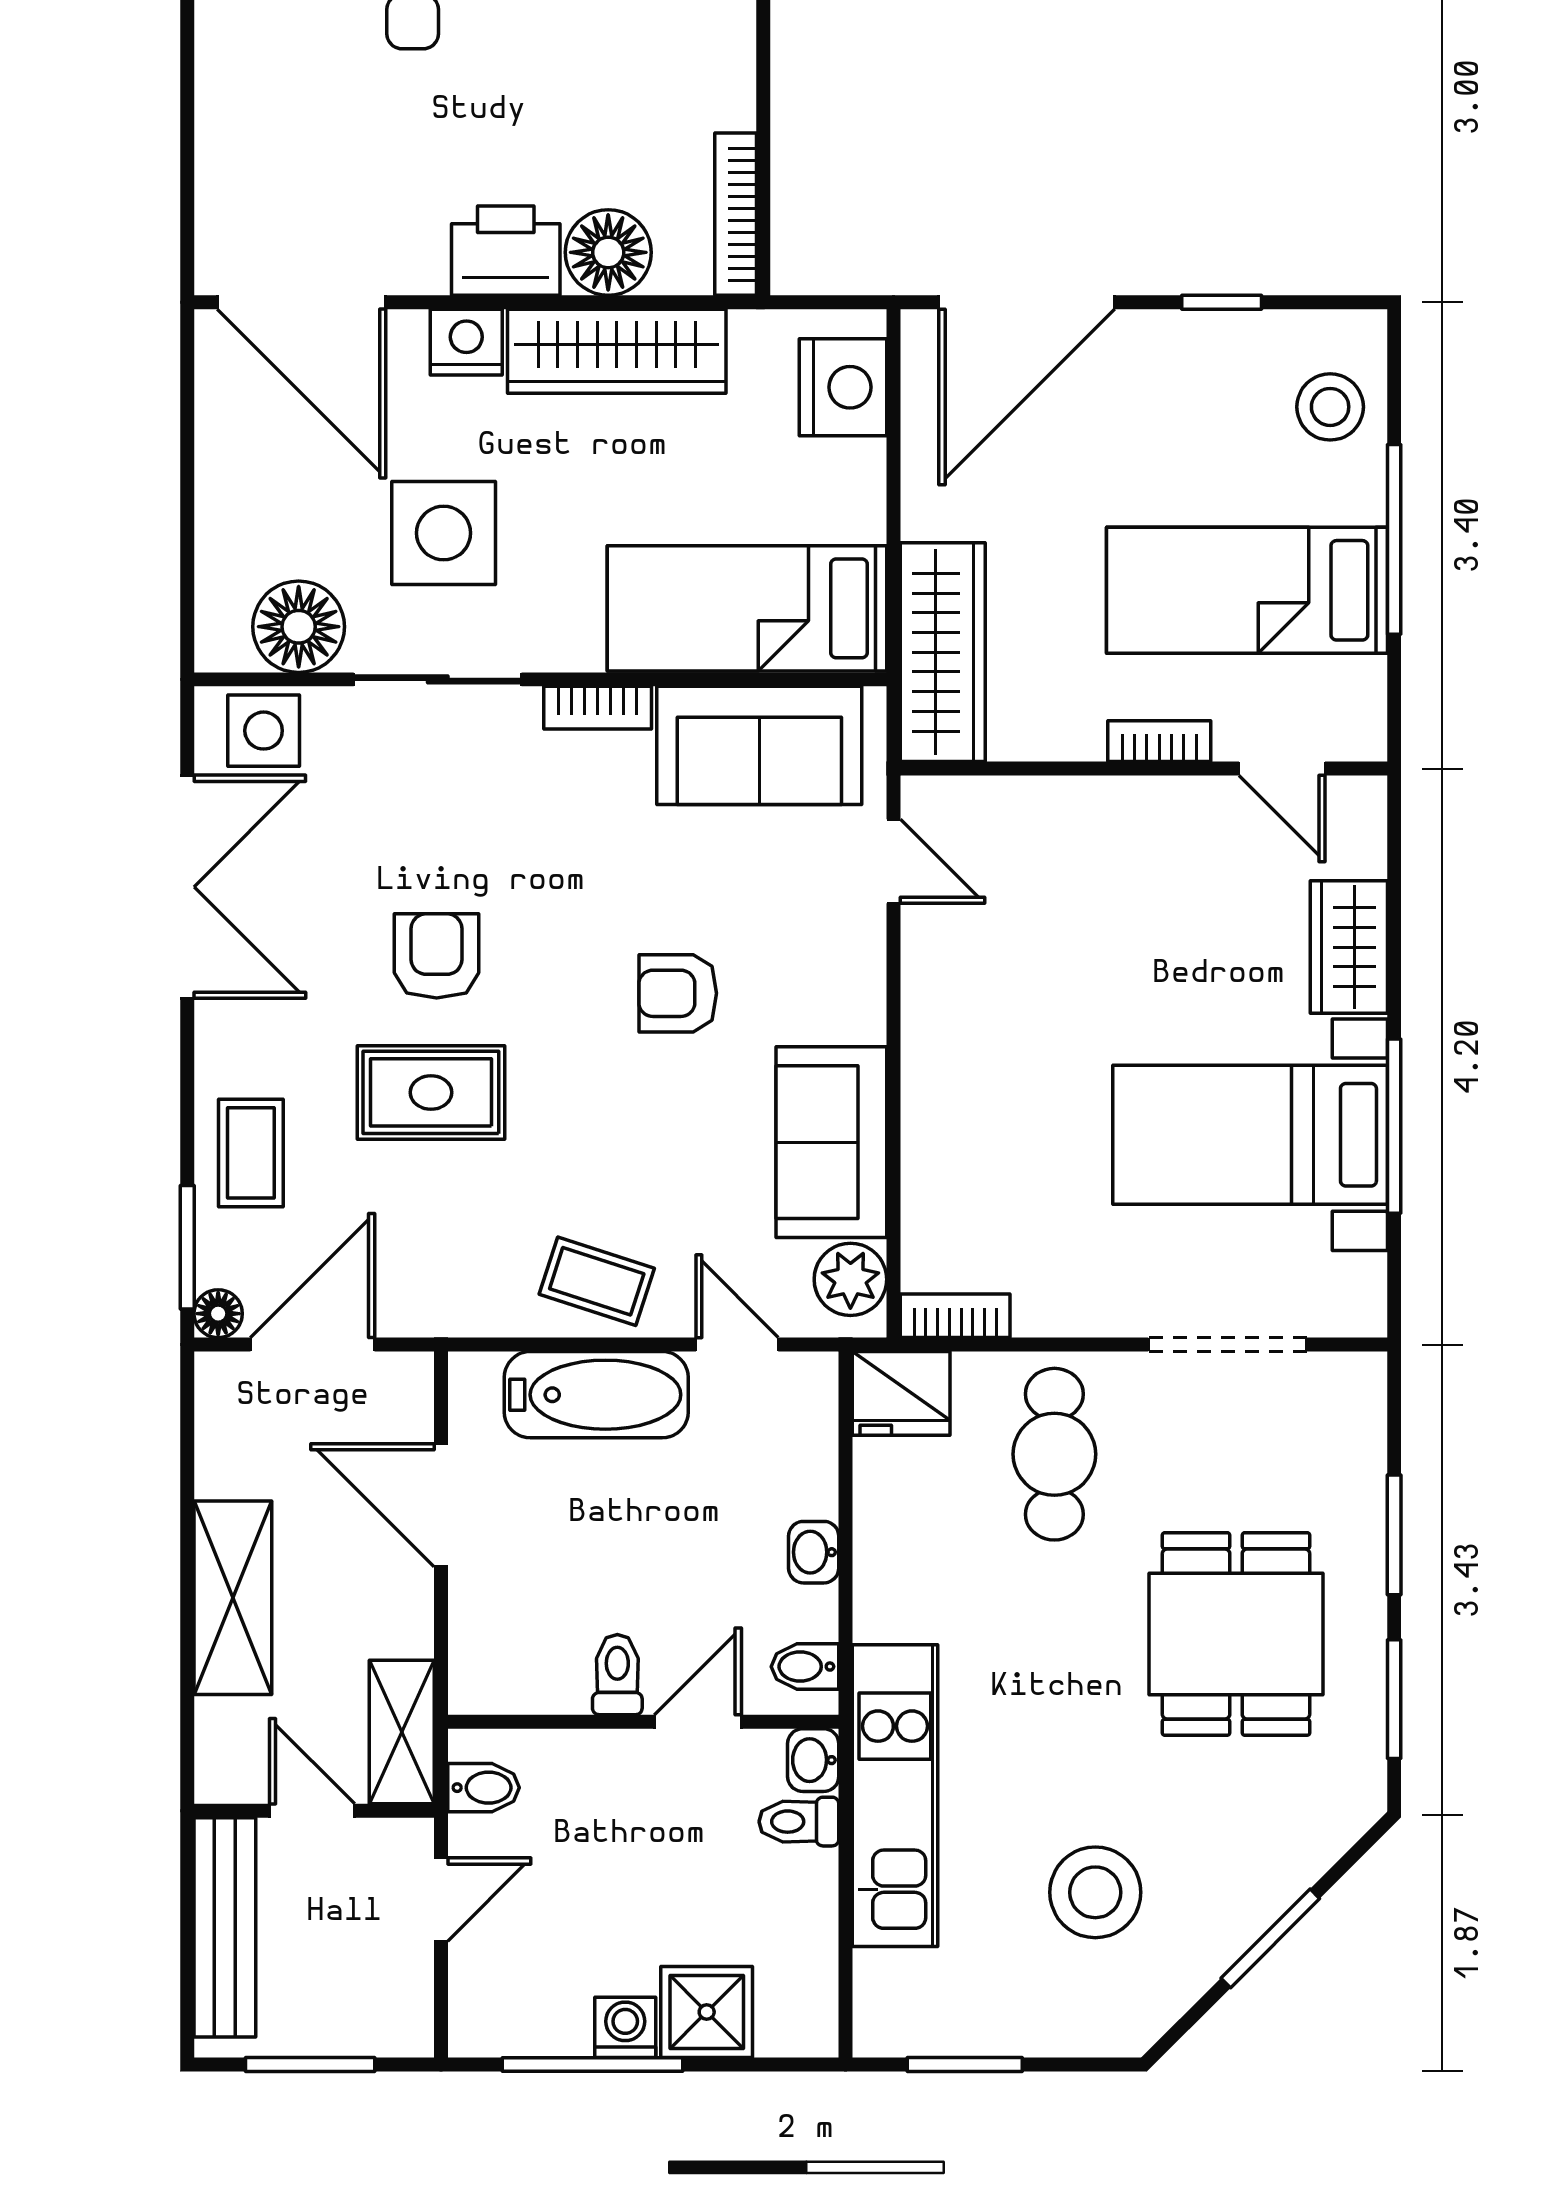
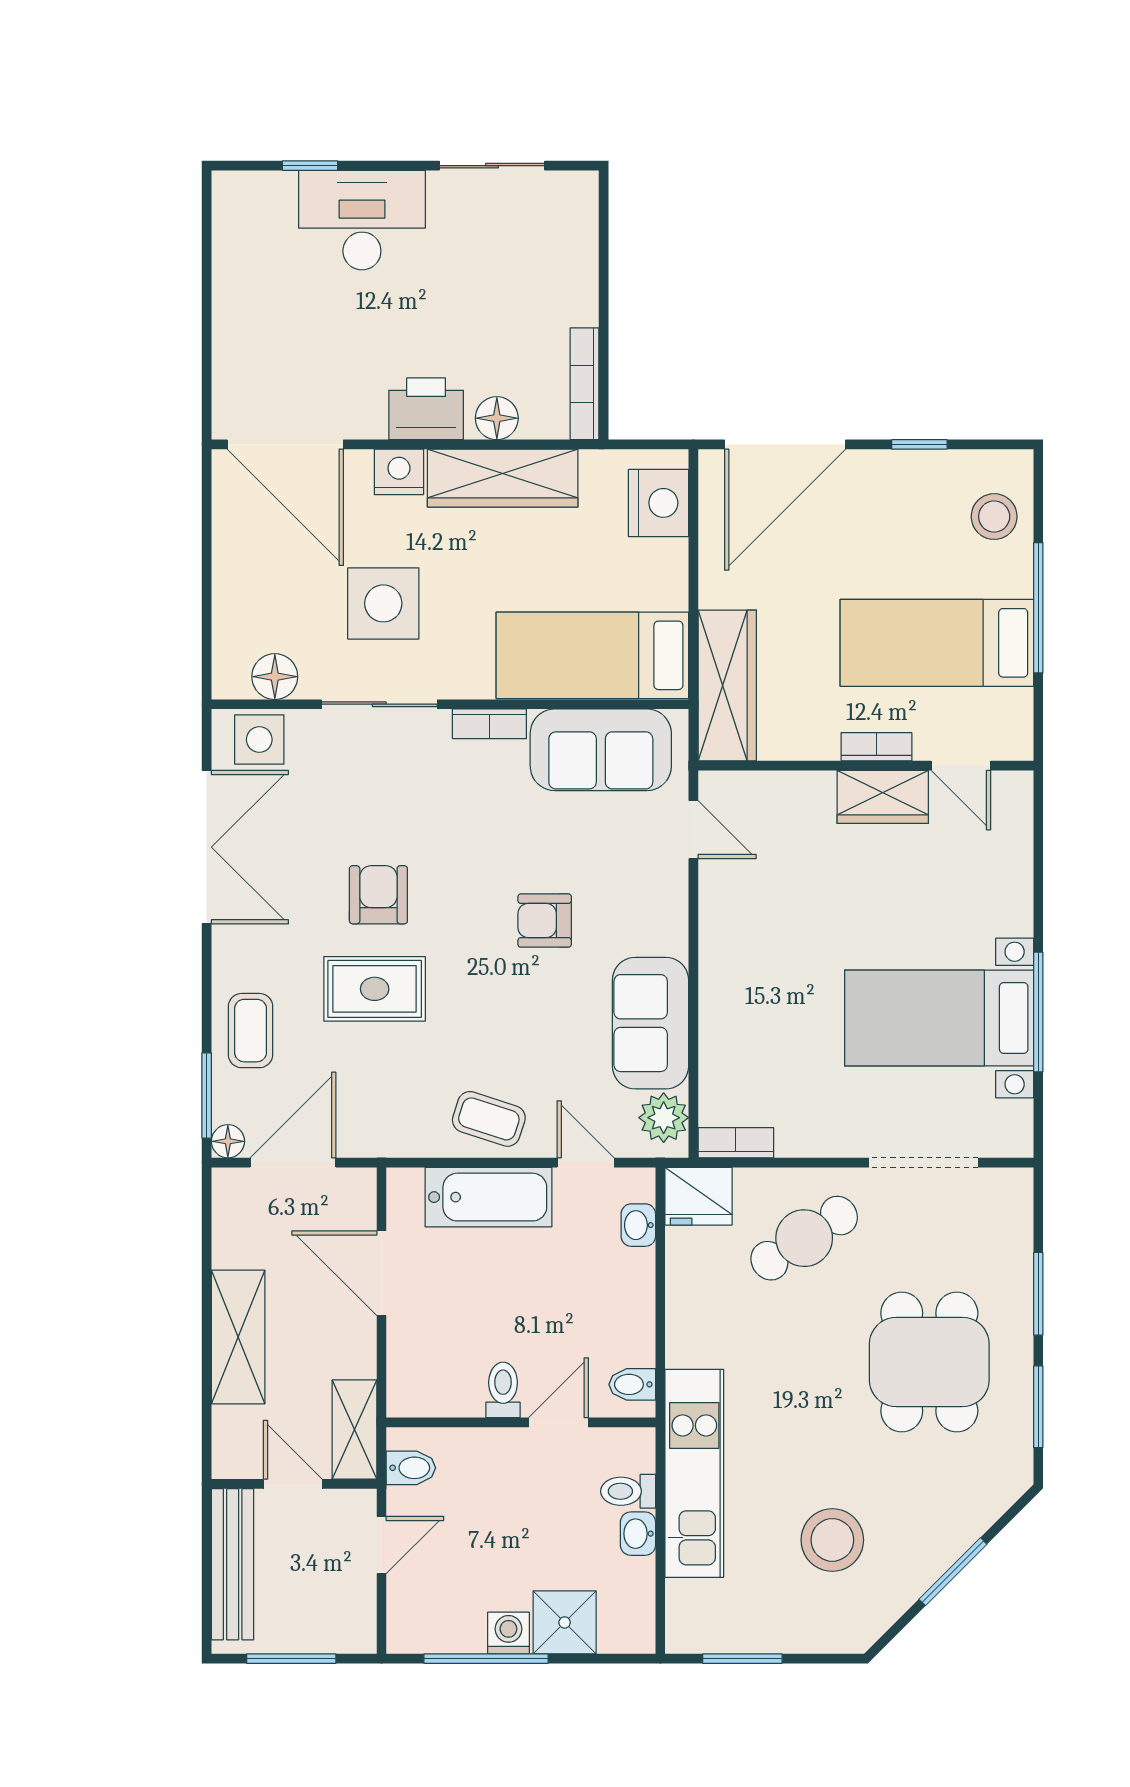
floor lamp: (608, 252) -> (497, 418), width x0.73, depth x0.73
floor lamp: (299, 627) -> (275, 677), width x0.73, depth x0.73
wardrobe: (1349, 947) -> (883, 797), moved, turned -90
cafe table: (1054, 1454) -> (804, 1238), turned 57
washbasin: (814, 1552) -> (638, 1225), moved
washbasin: (813, 1760) -> (638, 1534), moved

